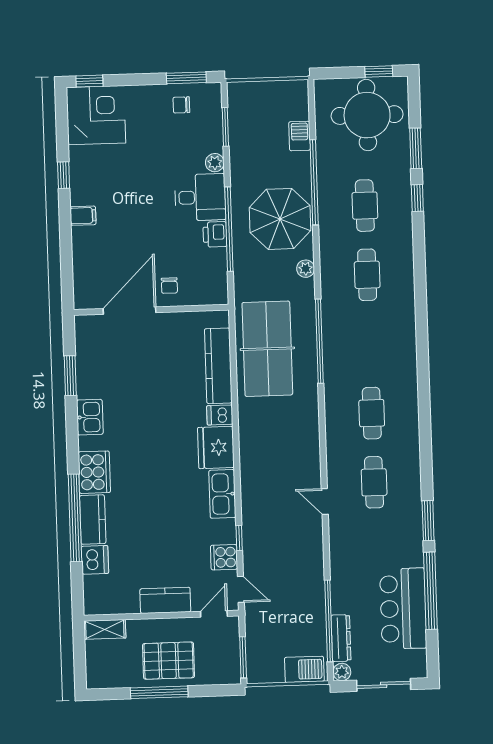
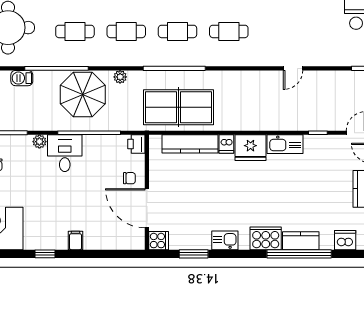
printer: (215, 234) -> (136, 144), moved, turned 90
cafe table: (374, 482) -> (178, 31), moved
cooker: (224, 557) -> (159, 241), moved, turned -90
dishwasher: (95, 560) -> (345, 240), moved

